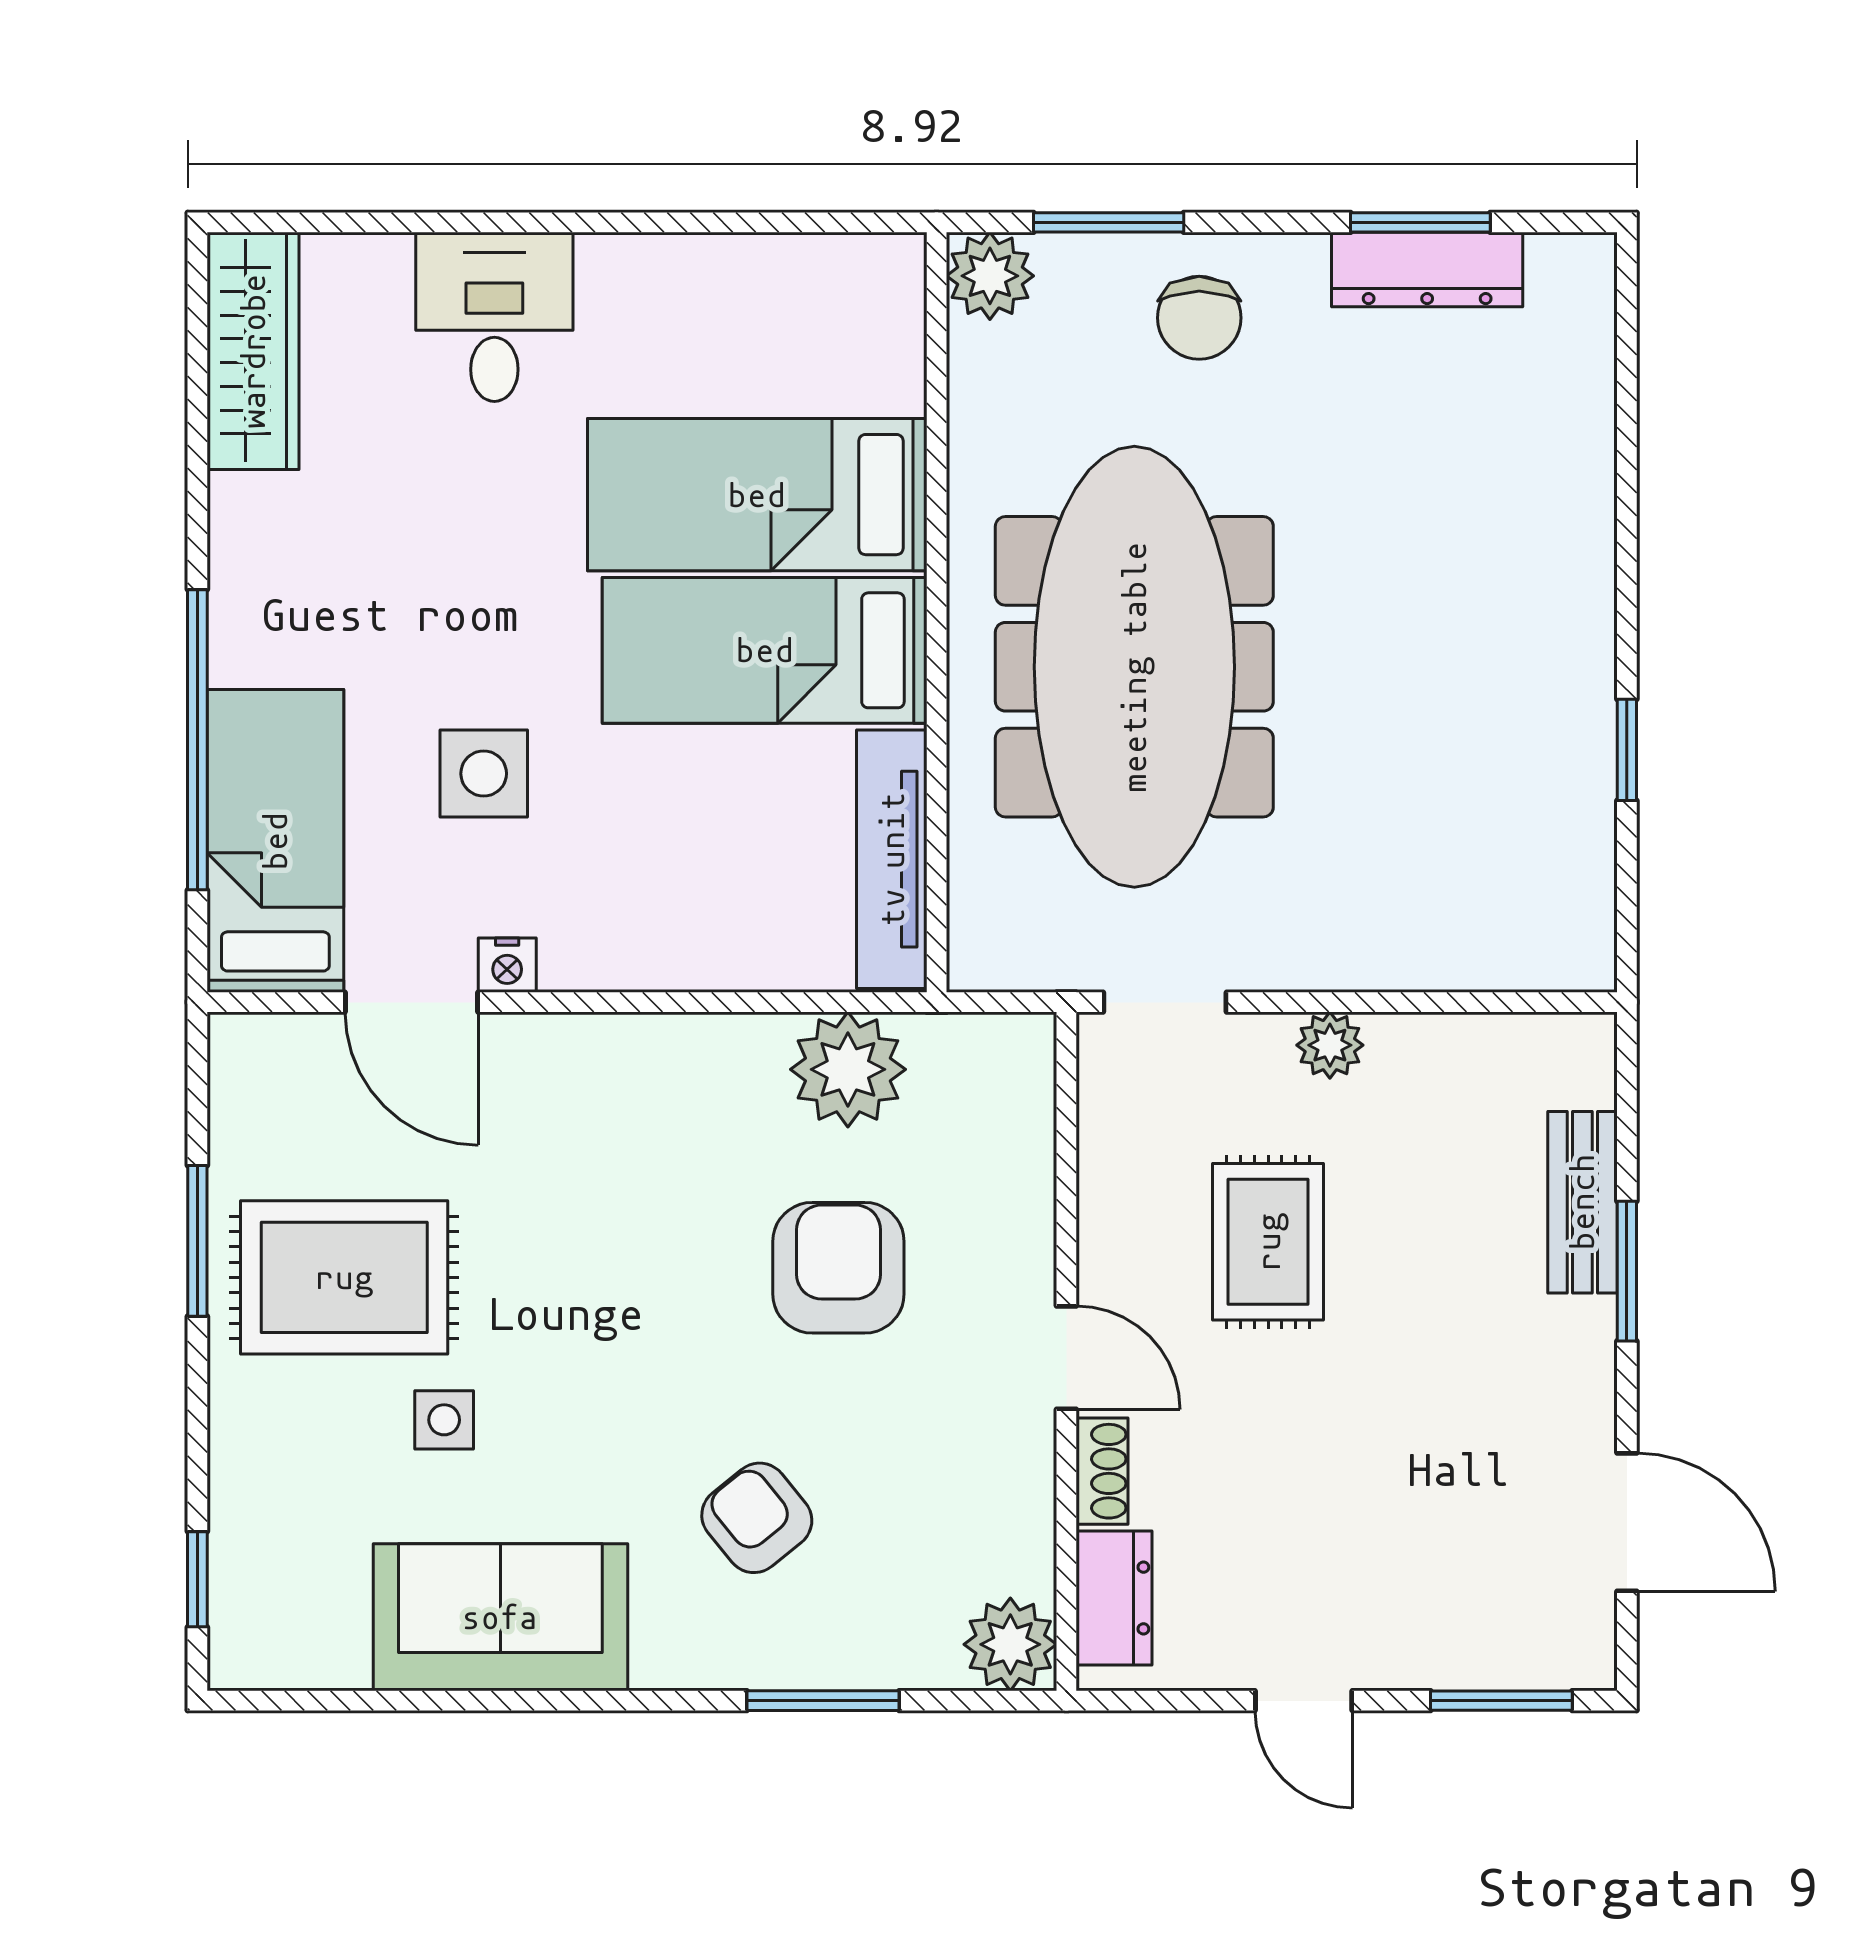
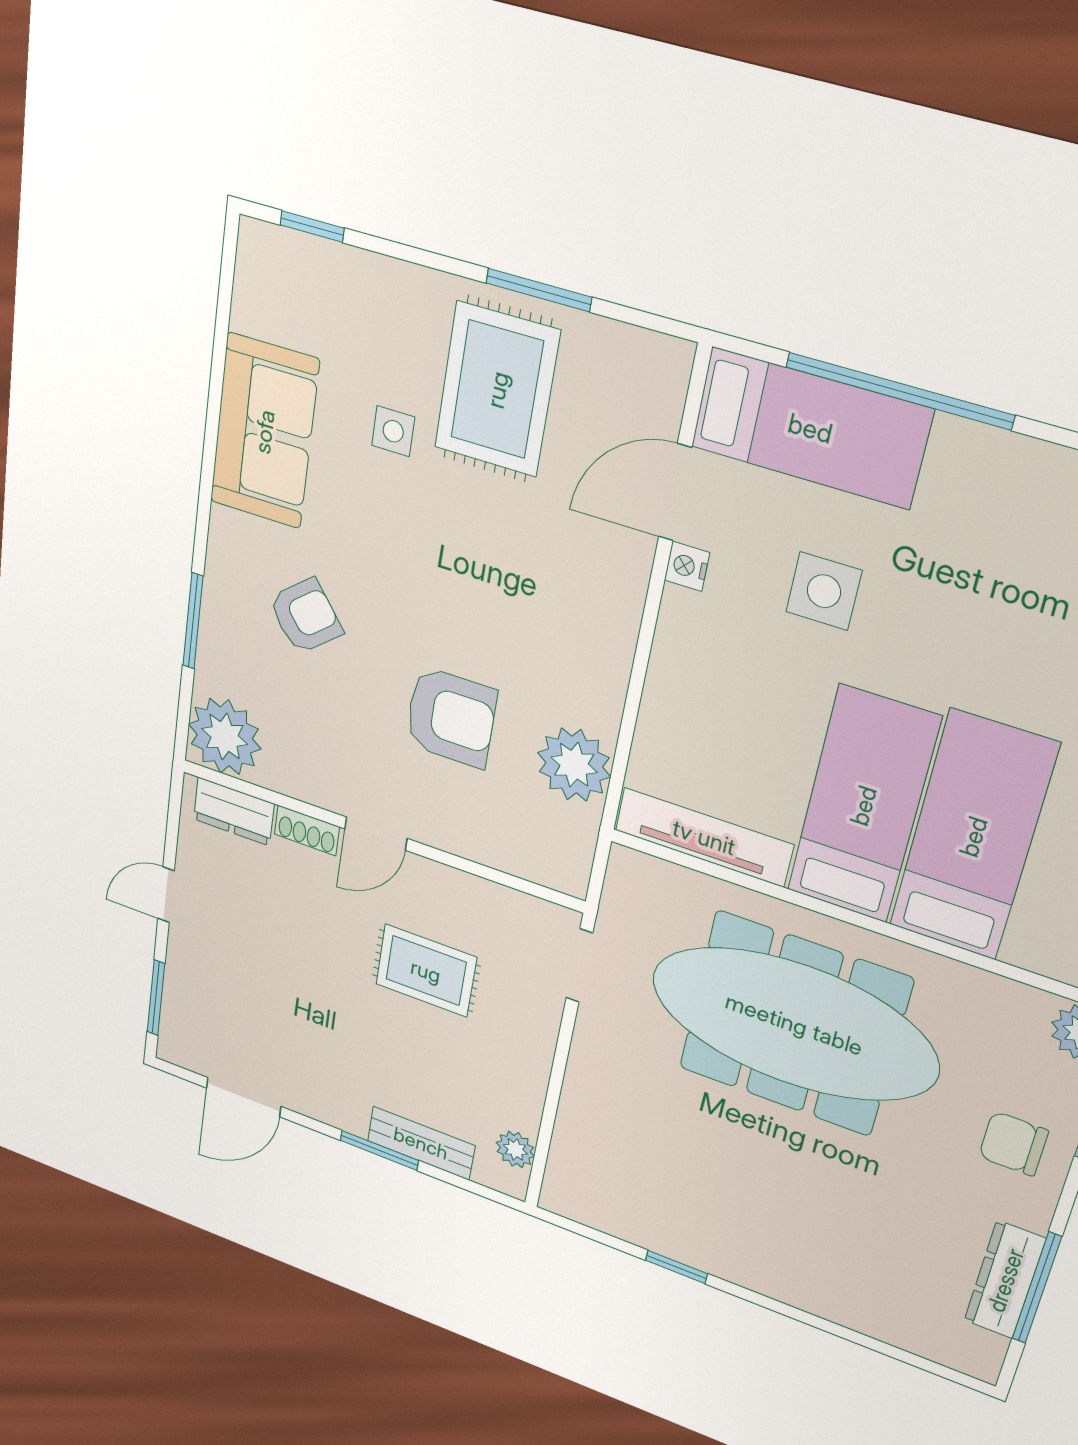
window: (1420, 222) -> (1037, 1288), width x1.44
plant: (1330, 1045) -> (515, 1149), moved
plant: (1010, 1644) -> (225, 737), width x1.36, depth x1.36

